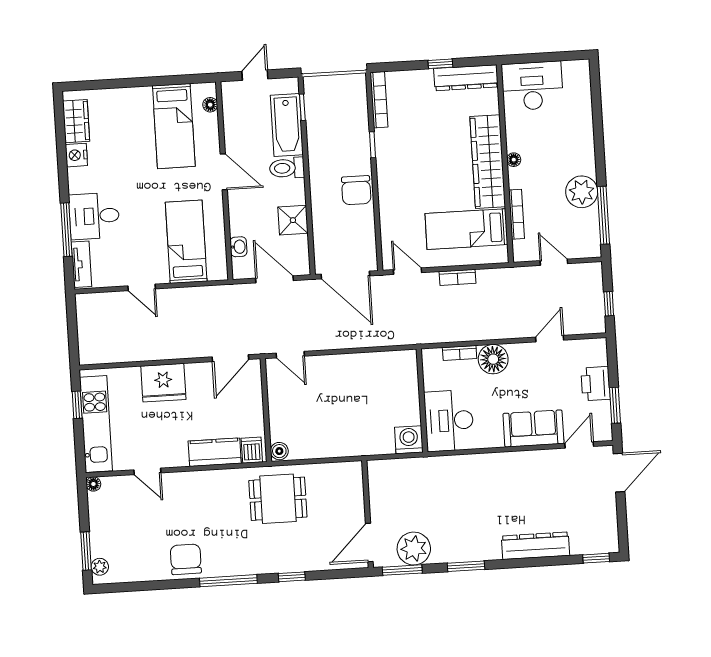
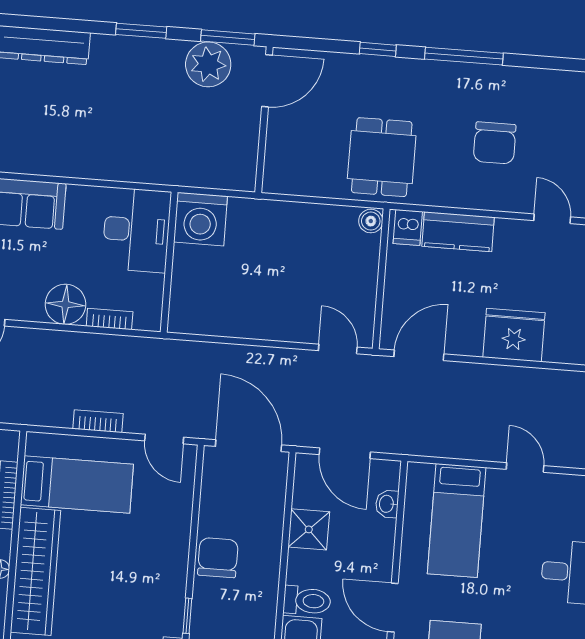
washing machine: (409, 440) -> (201, 219), width x1.37, depth x1.37
dining table: (278, 499) -> (382, 157), turned 90
chair: (186, 559) -> (495, 143), moved

